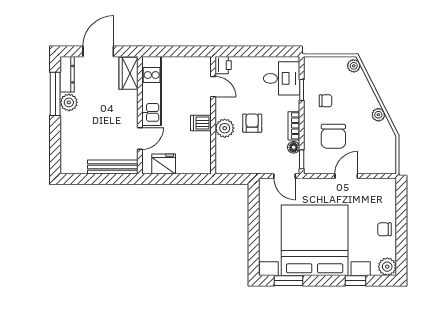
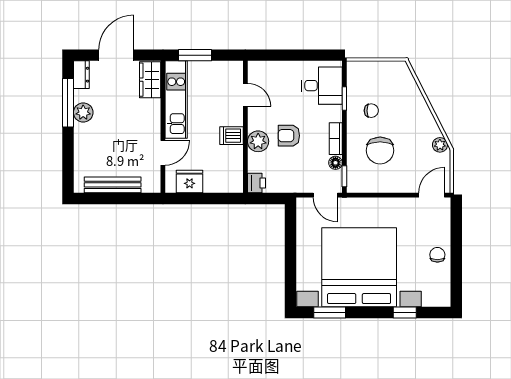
window: (168, 51) -> (195, 55), added
printer: (223, 65) -> (256, 183), moved
plant: (354, 66) -> (403, 71), removed
dresser: (67, 74) -> (81, 75), width x0.70
plant: (378, 115) -> (440, 145), moved
armchair: (252, 123) -> (289, 136), turned -90
bench: (113, 167) -> (113, 185), moved
door: (346, 176) -> (432, 195), moved
chair: (384, 229) -> (437, 255), turned 90
plant: (387, 267) -> (440, 297), removed

